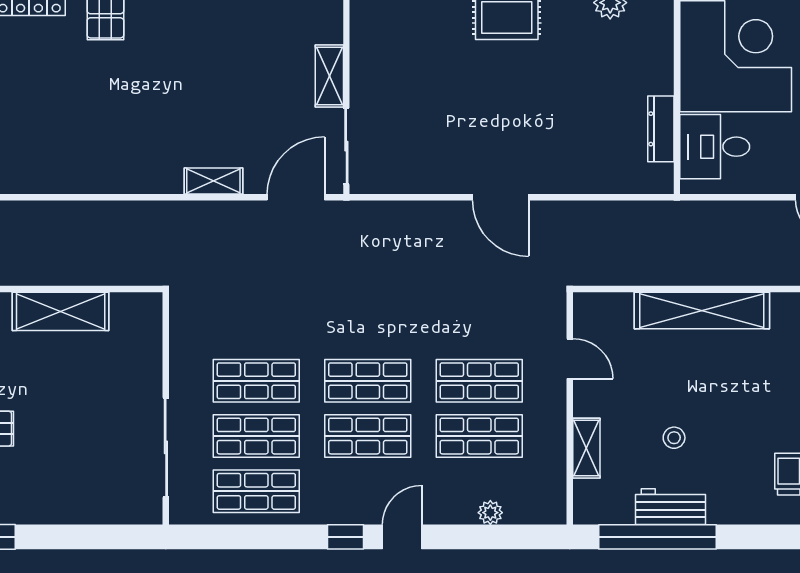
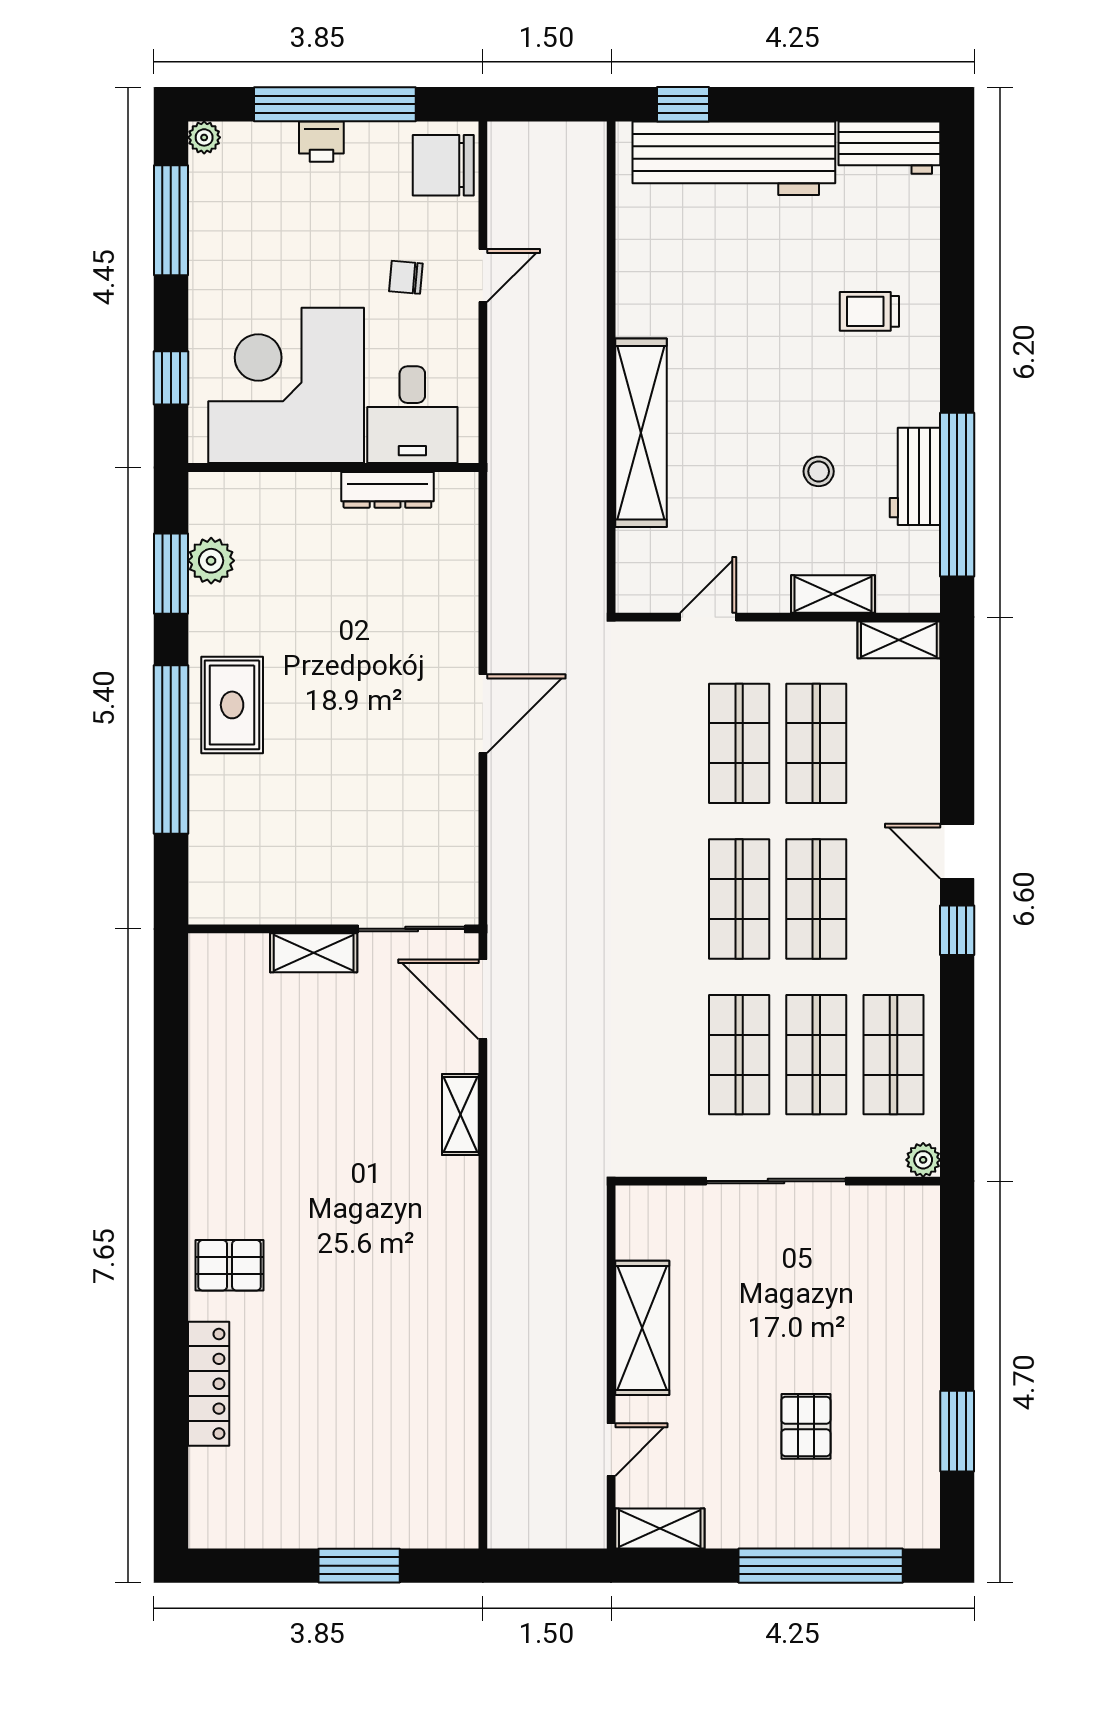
sliding door: (166, 447) -> (776, 1181), moved
shelving: (553, 495) -> (899, 640), added
plant: (490, 513) -> (923, 1160), moved

